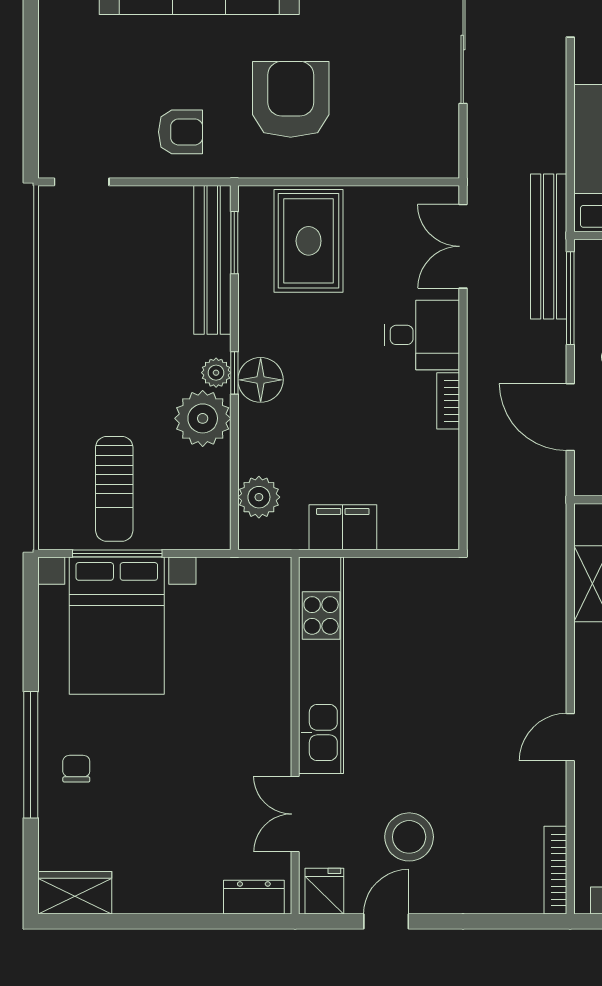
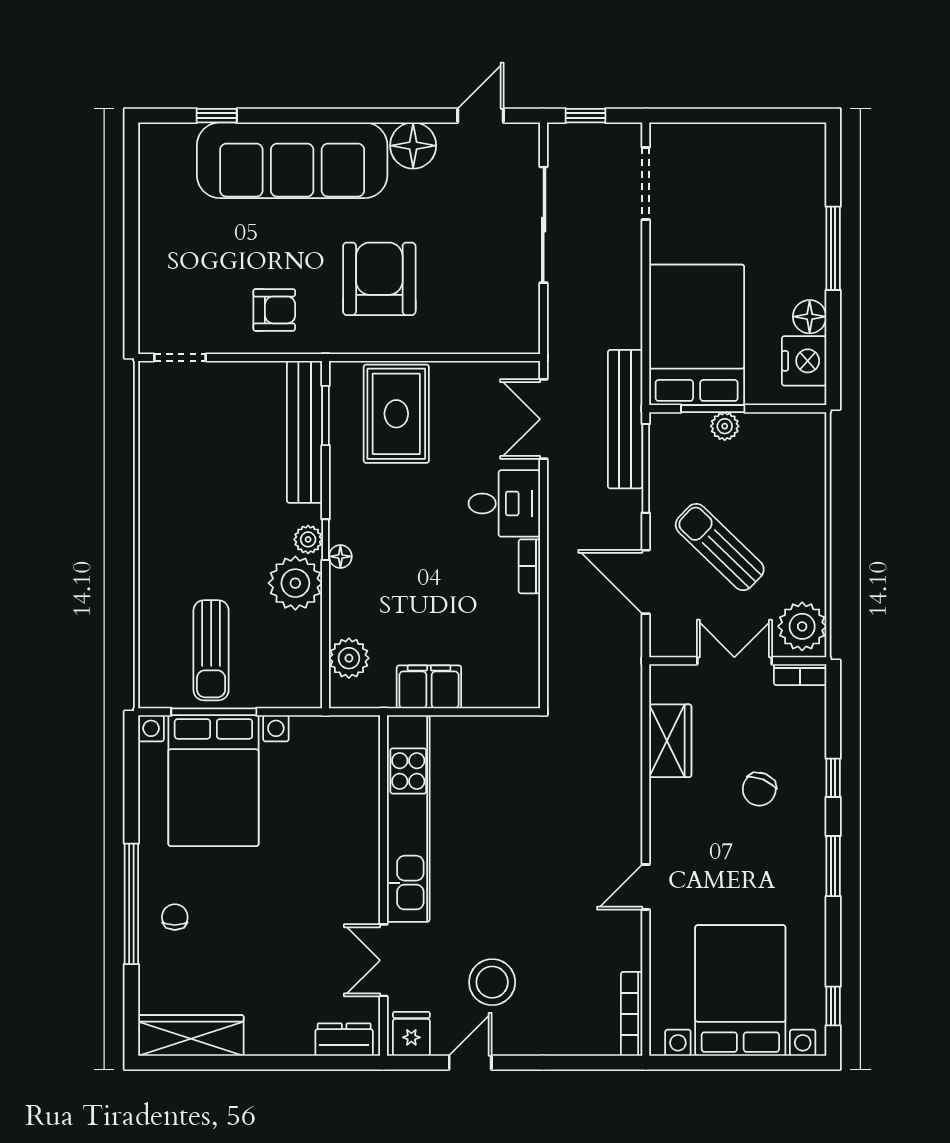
floor lamp: (261, 380) -> (340, 556), width x0.53, depth x0.53
wardrobe: (75, 893) -> (191, 1035), width x1.50

